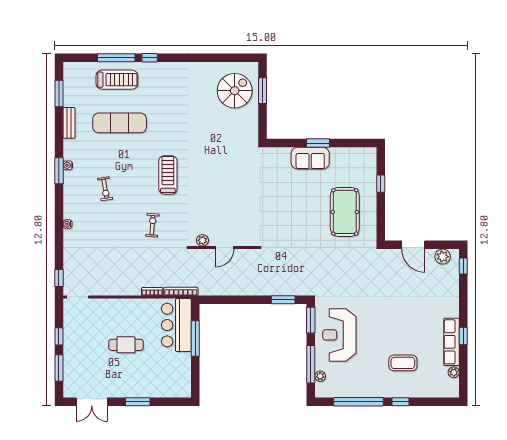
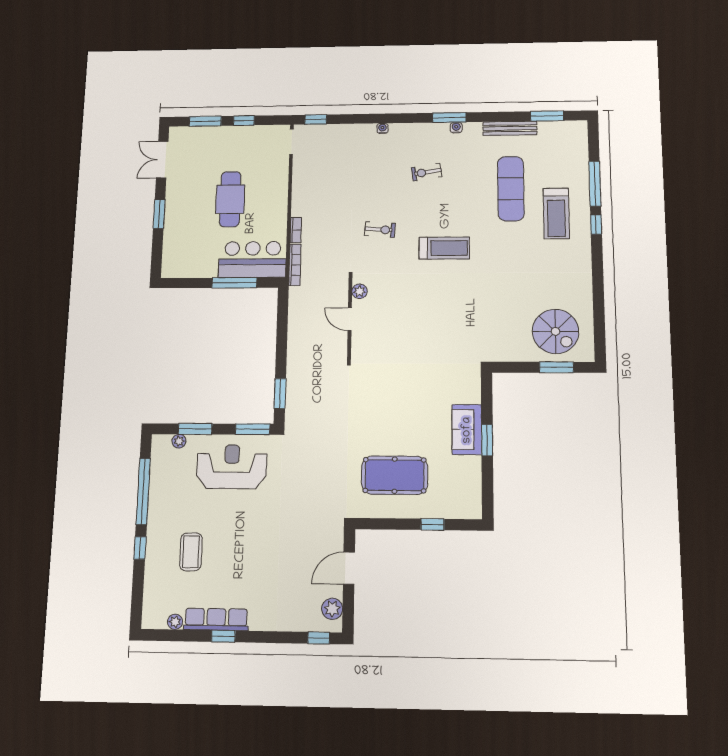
treadmill: (117, 80) -> (556, 213), moved
bench: (69, 123) -> (510, 128), width x1.36
cafe table: (126, 345) -> (230, 199), width x1.37, depth x1.35
window: (311, 364) -> (195, 429), width x0.69

